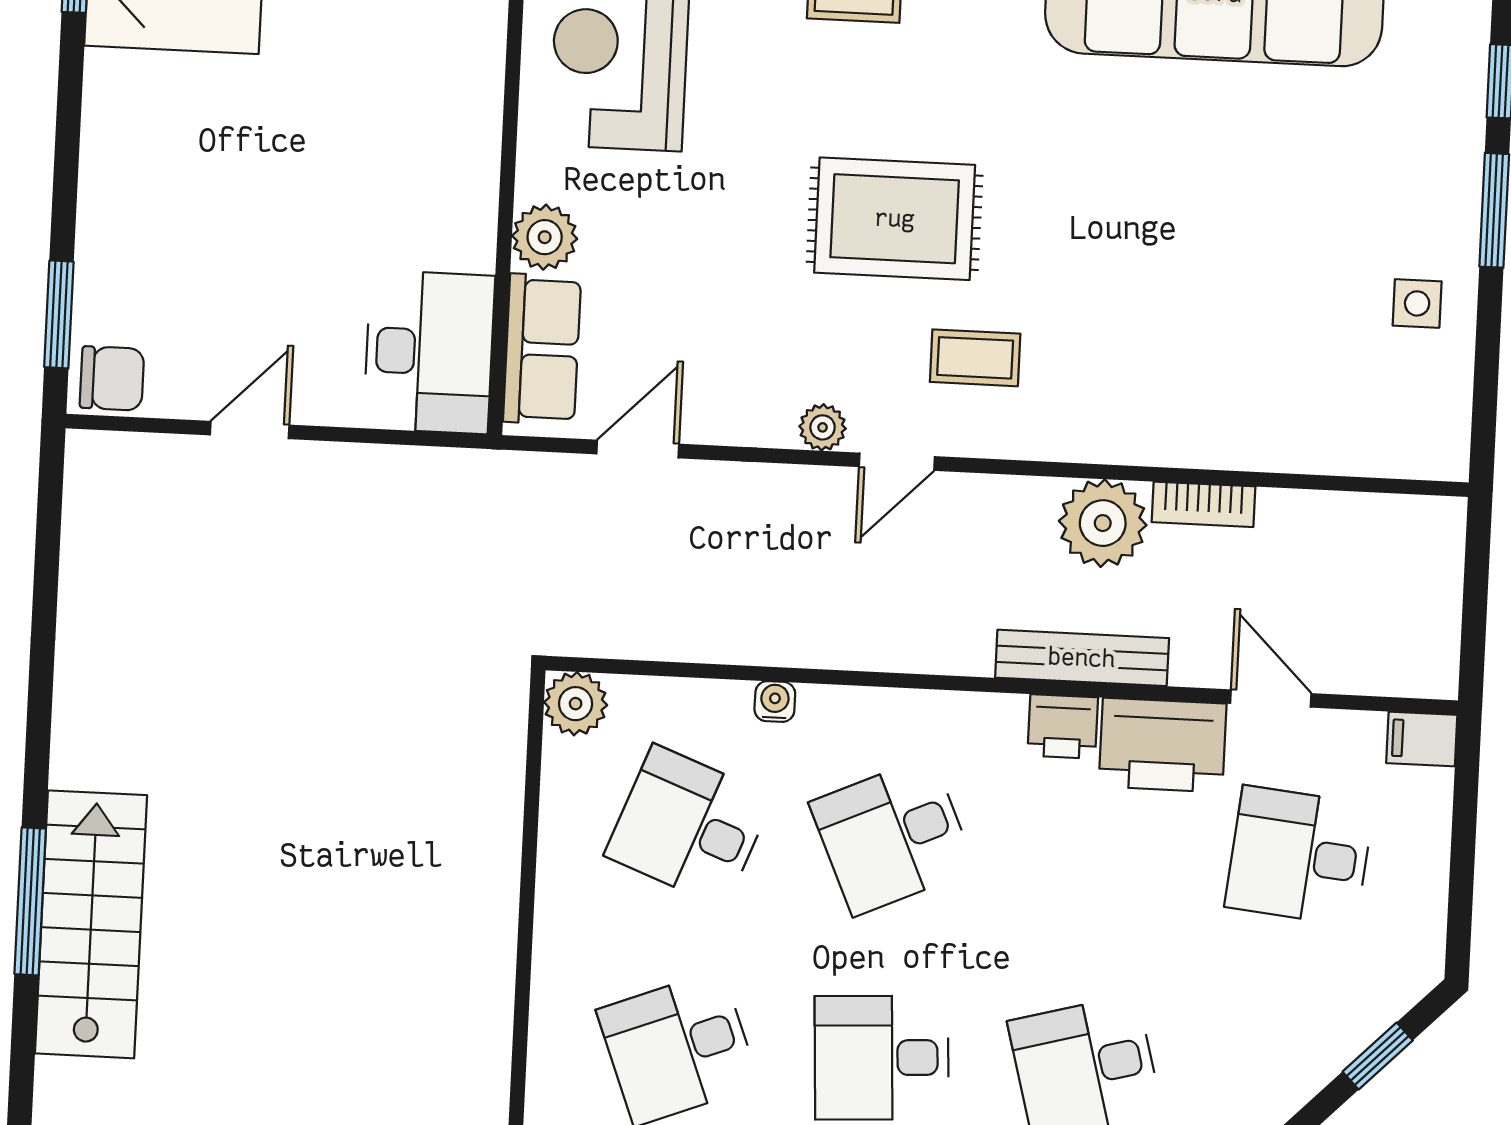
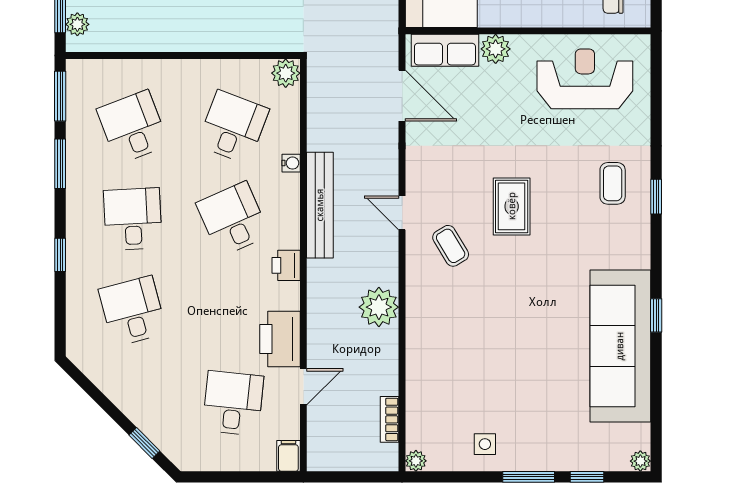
rug: (895, 219) -> (512, 206), width x0.73, depth x0.70
coffee table: (975, 358) -> (451, 246), turned -31
plant: (823, 427) -> (416, 461), moved
door: (638, 449) -> (402, 96), width x1.38
bookcase: (1203, 504) -> (390, 419), moved
bench: (1082, 658) -> (320, 205), moved, width x1.37, depth x1.21
printer: (1063, 726) -> (286, 265), moved

